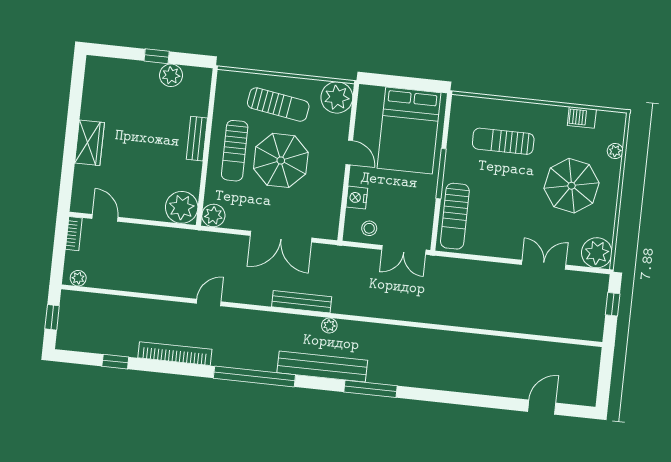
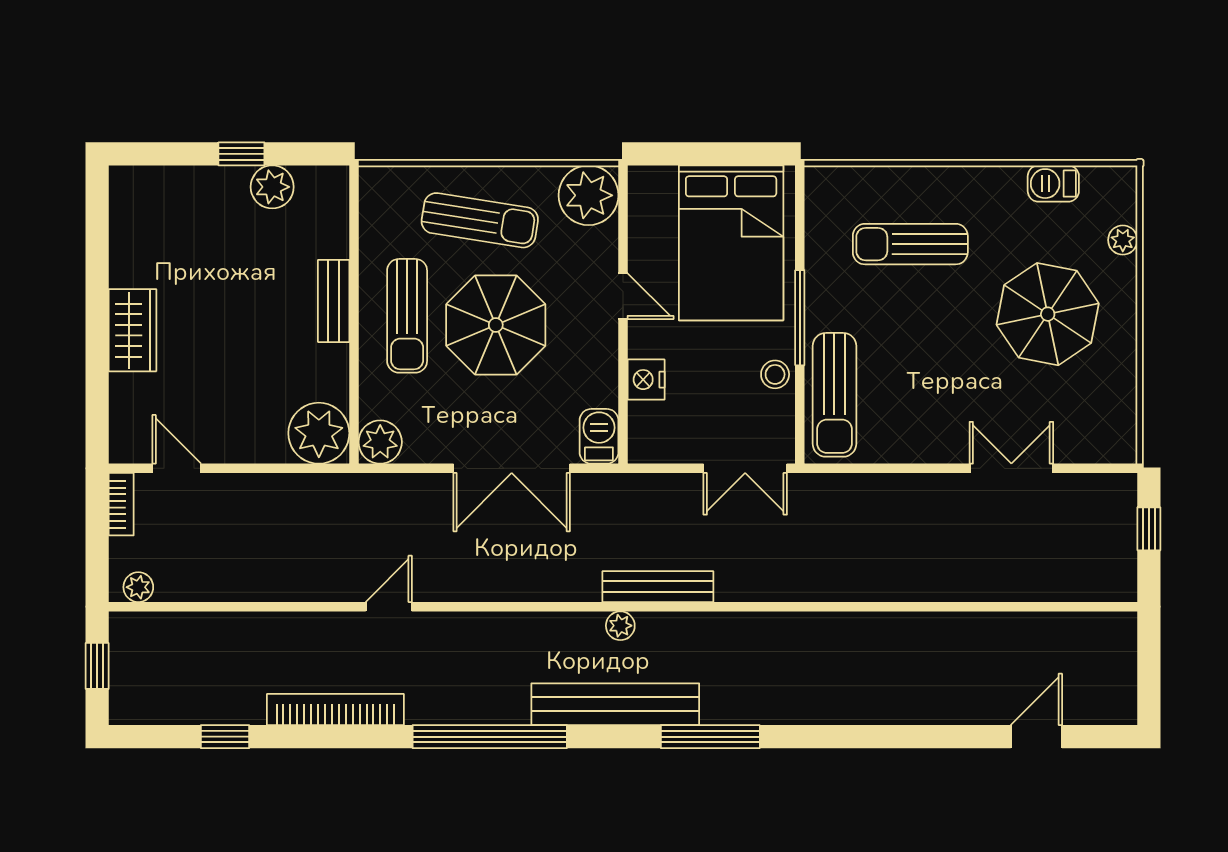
barbecue: (329, 225) -> (599, 436), added
stool: (369, 228) -> (775, 374), moved
plant: (597, 253) -> (1109, 435), removed
bench: (302, 302) -> (658, 587), moved

